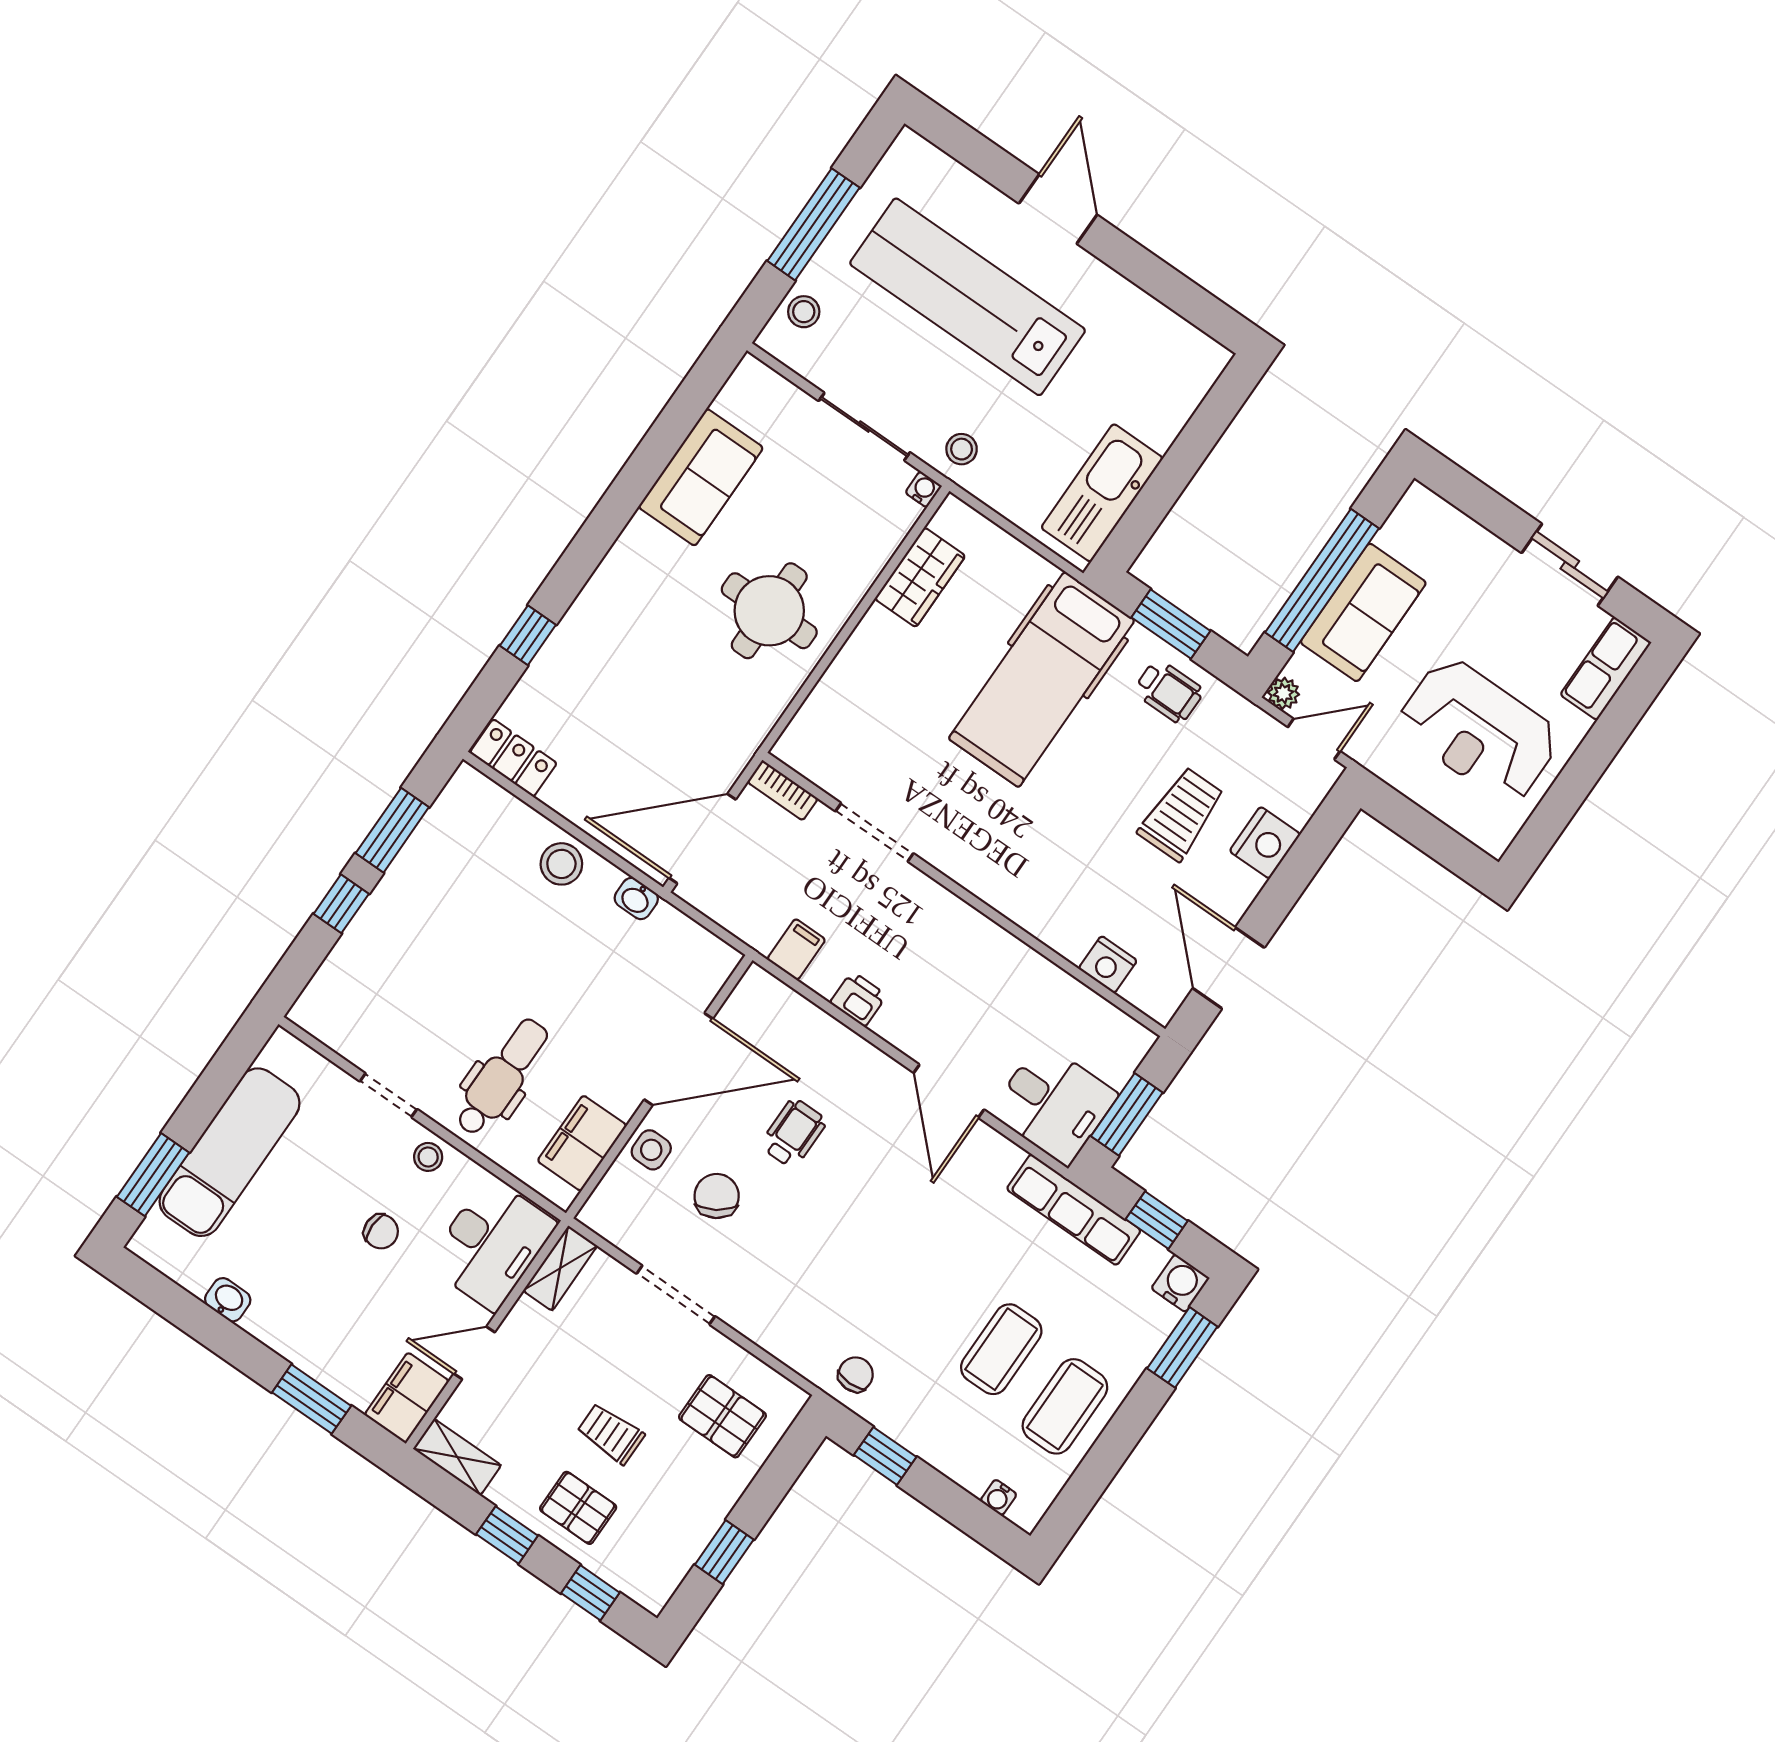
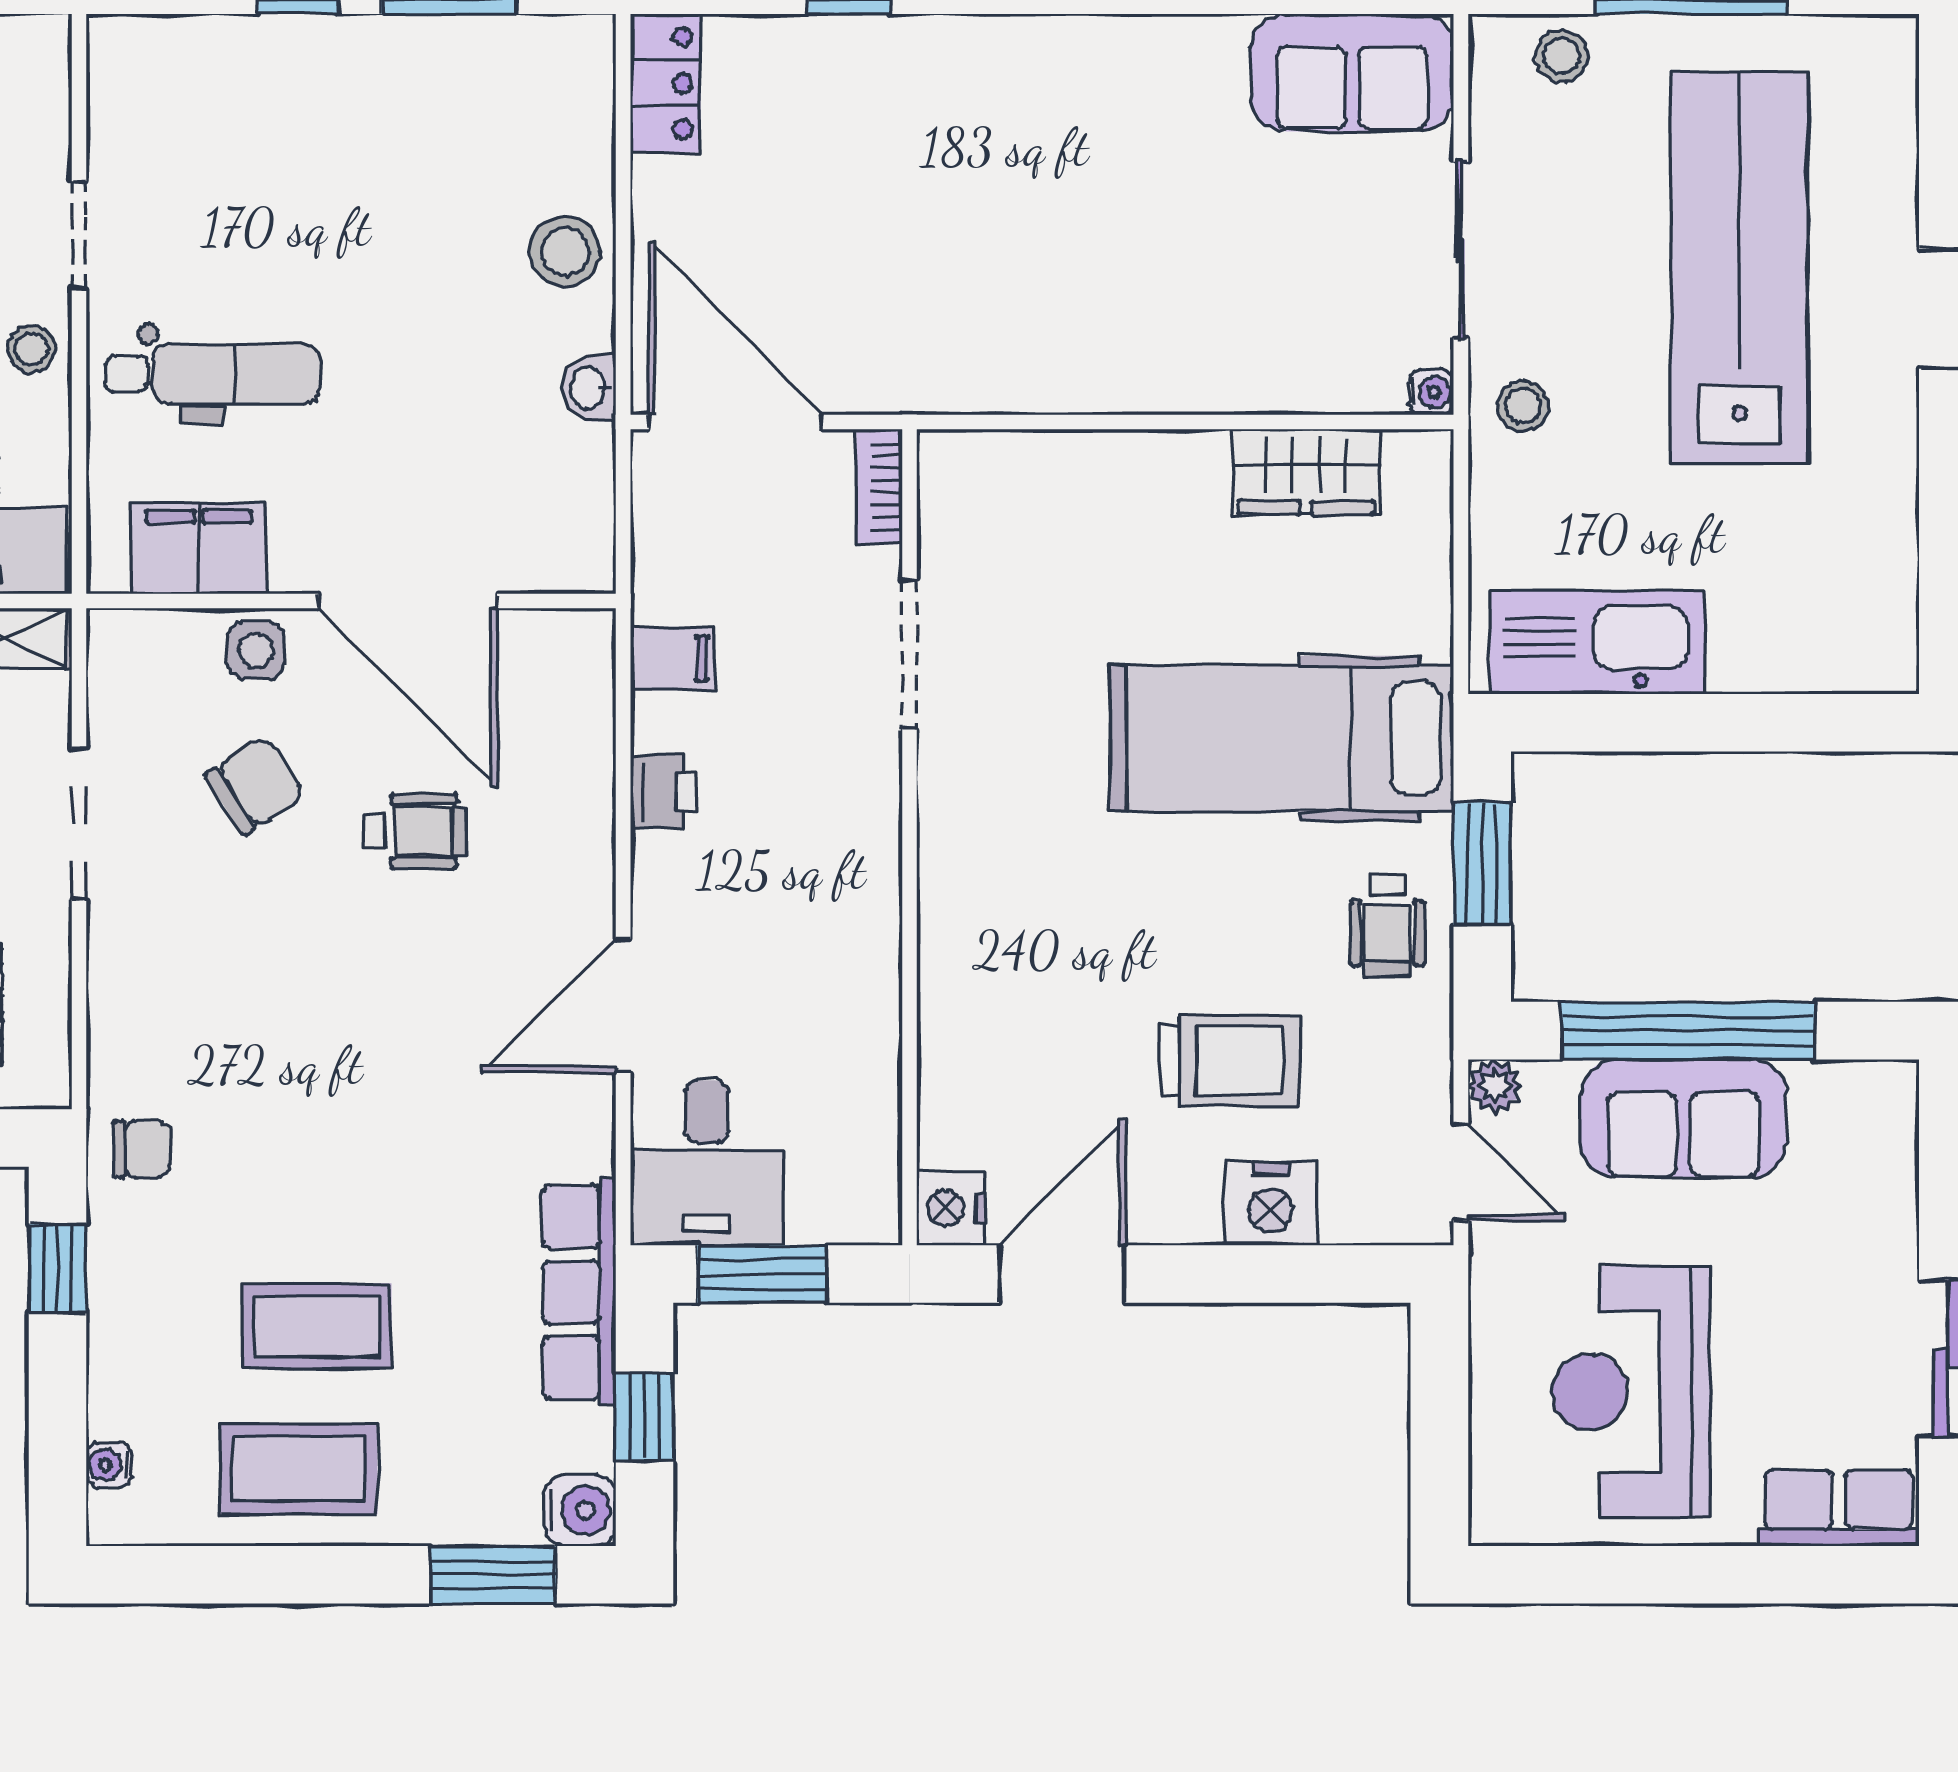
sofa: (701, 477) -> (1352, 73), moved
round table: (769, 611) -> (1115, 296), removed
nightstand: (1108, 965) -> (951, 1208), moved

